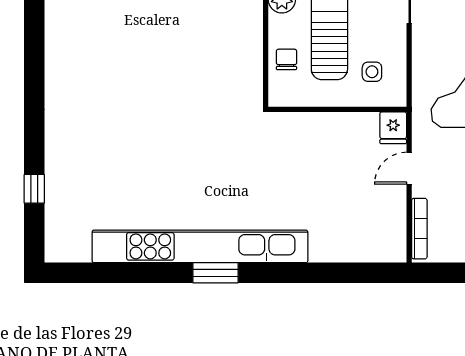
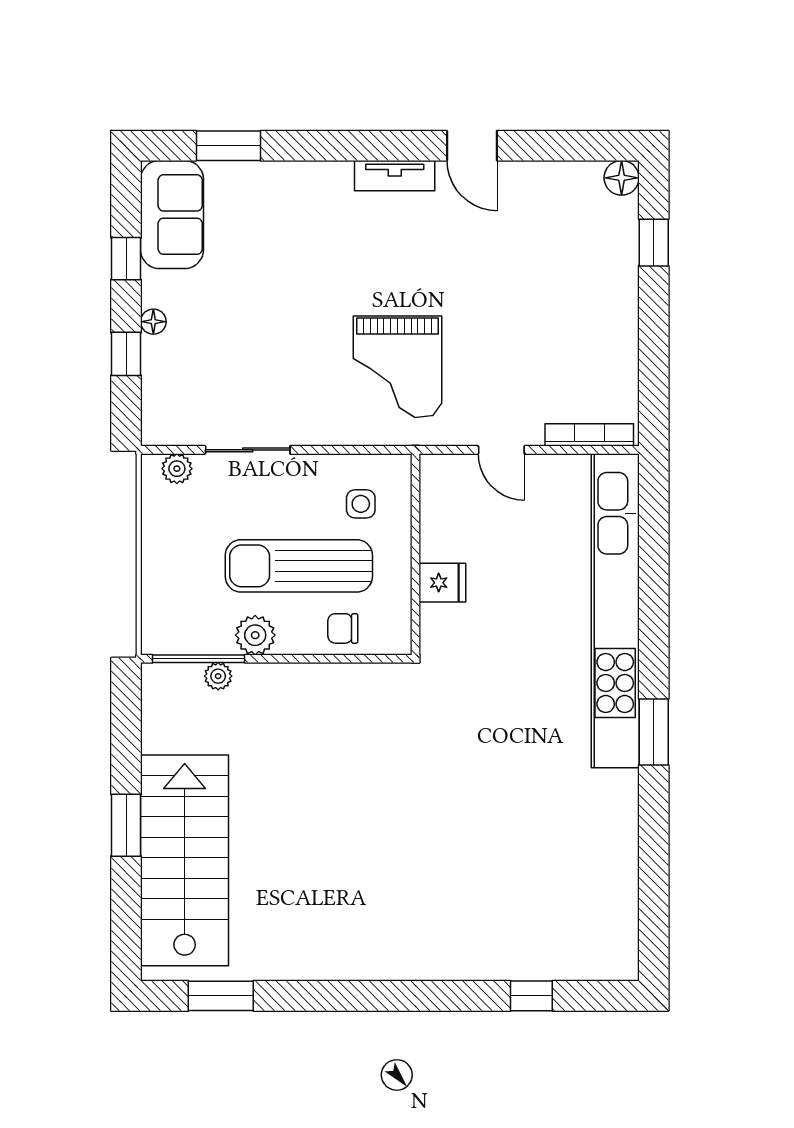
fridge: (393, 128) -> (442, 583), moved
kitchen unit: (200, 246) -> (615, 611), moved

